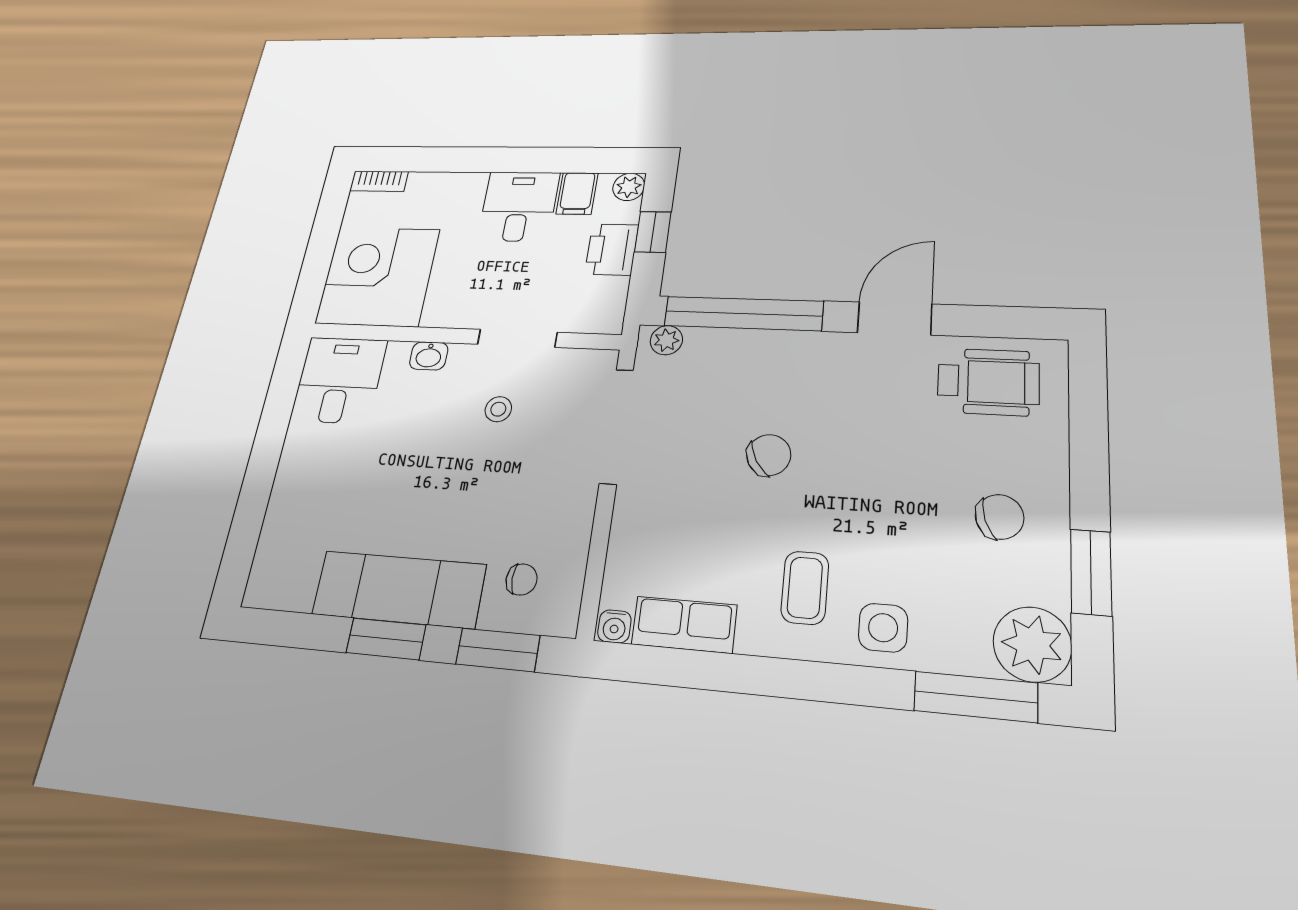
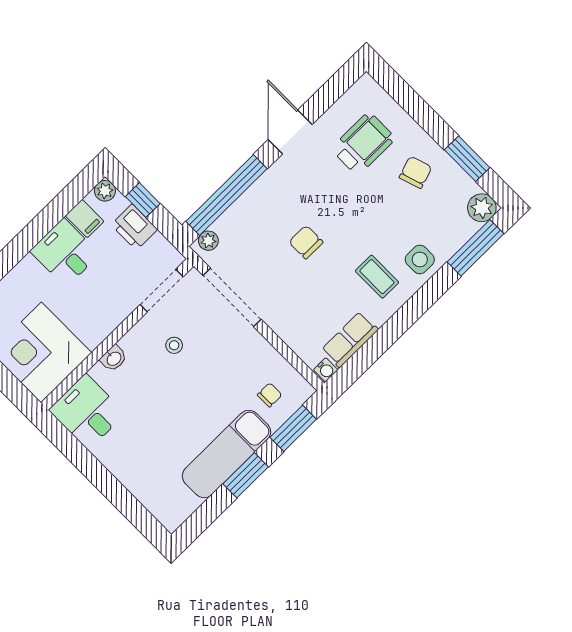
doorway: (517, 338) -> (162, 291), moved
wheelchair: (988, 382) -> (363, 144), moved
chair: (769, 455) -> (306, 242), turned -60
plant: (1032, 644) -> (482, 208), width x0.73, depth x0.73

